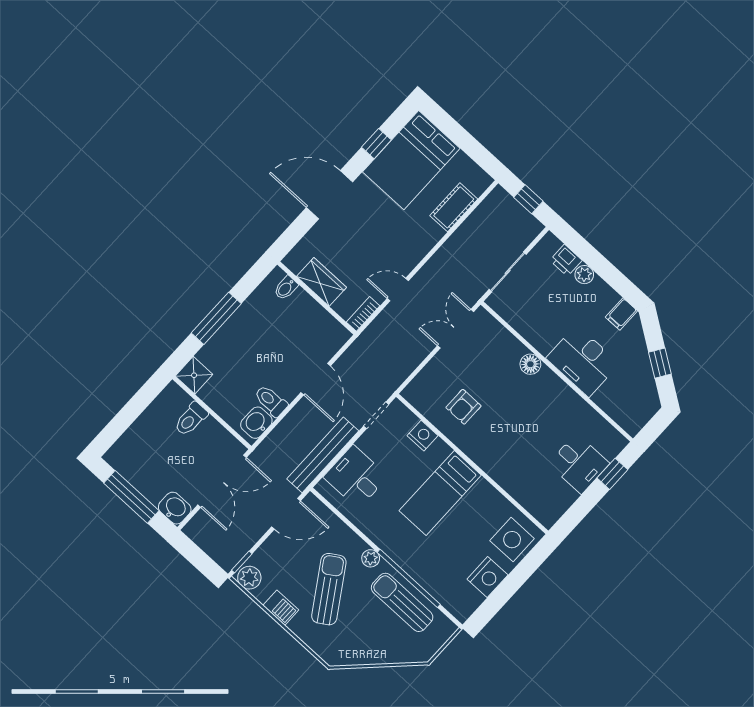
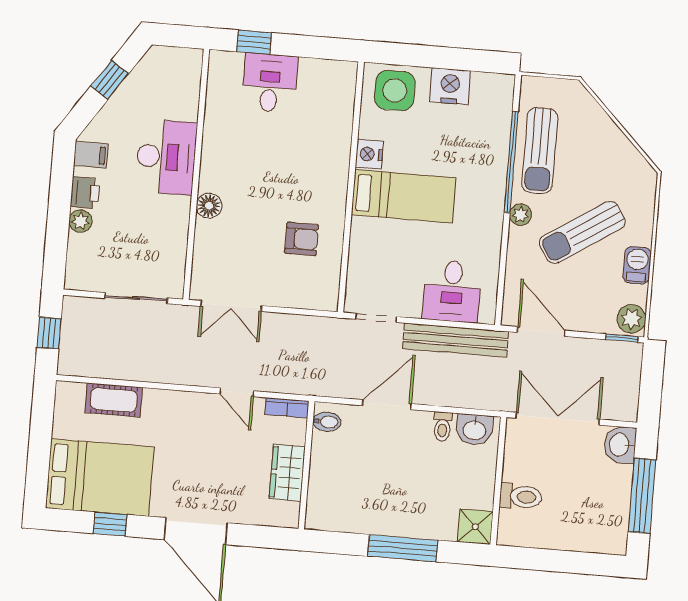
printer: (566, 260) -> (85, 193), moved
bidet: (286, 288) -> (327, 422), moved
toilet: (271, 401) -> (443, 426), width x0.73, depth x0.72
nightstand: (423, 436) -> (369, 154), moved

